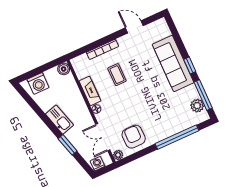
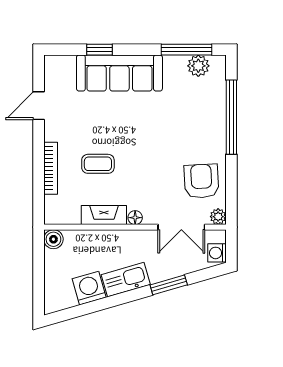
window: (190, 65) -> (99, 50), moved
washing machine: (38, 83) -> (89, 288), moved, turned -106
armchair: (134, 137) -> (201, 181), turned 87

